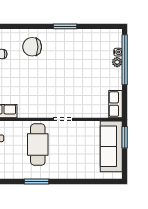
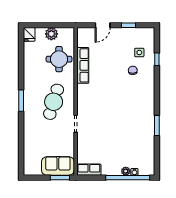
chair: (32, 47) -> (139, 97), removed
cafe table: (38, 145) -> (54, 102), turned -73
sofa: (111, 146) -> (58, 166), width x0.73

